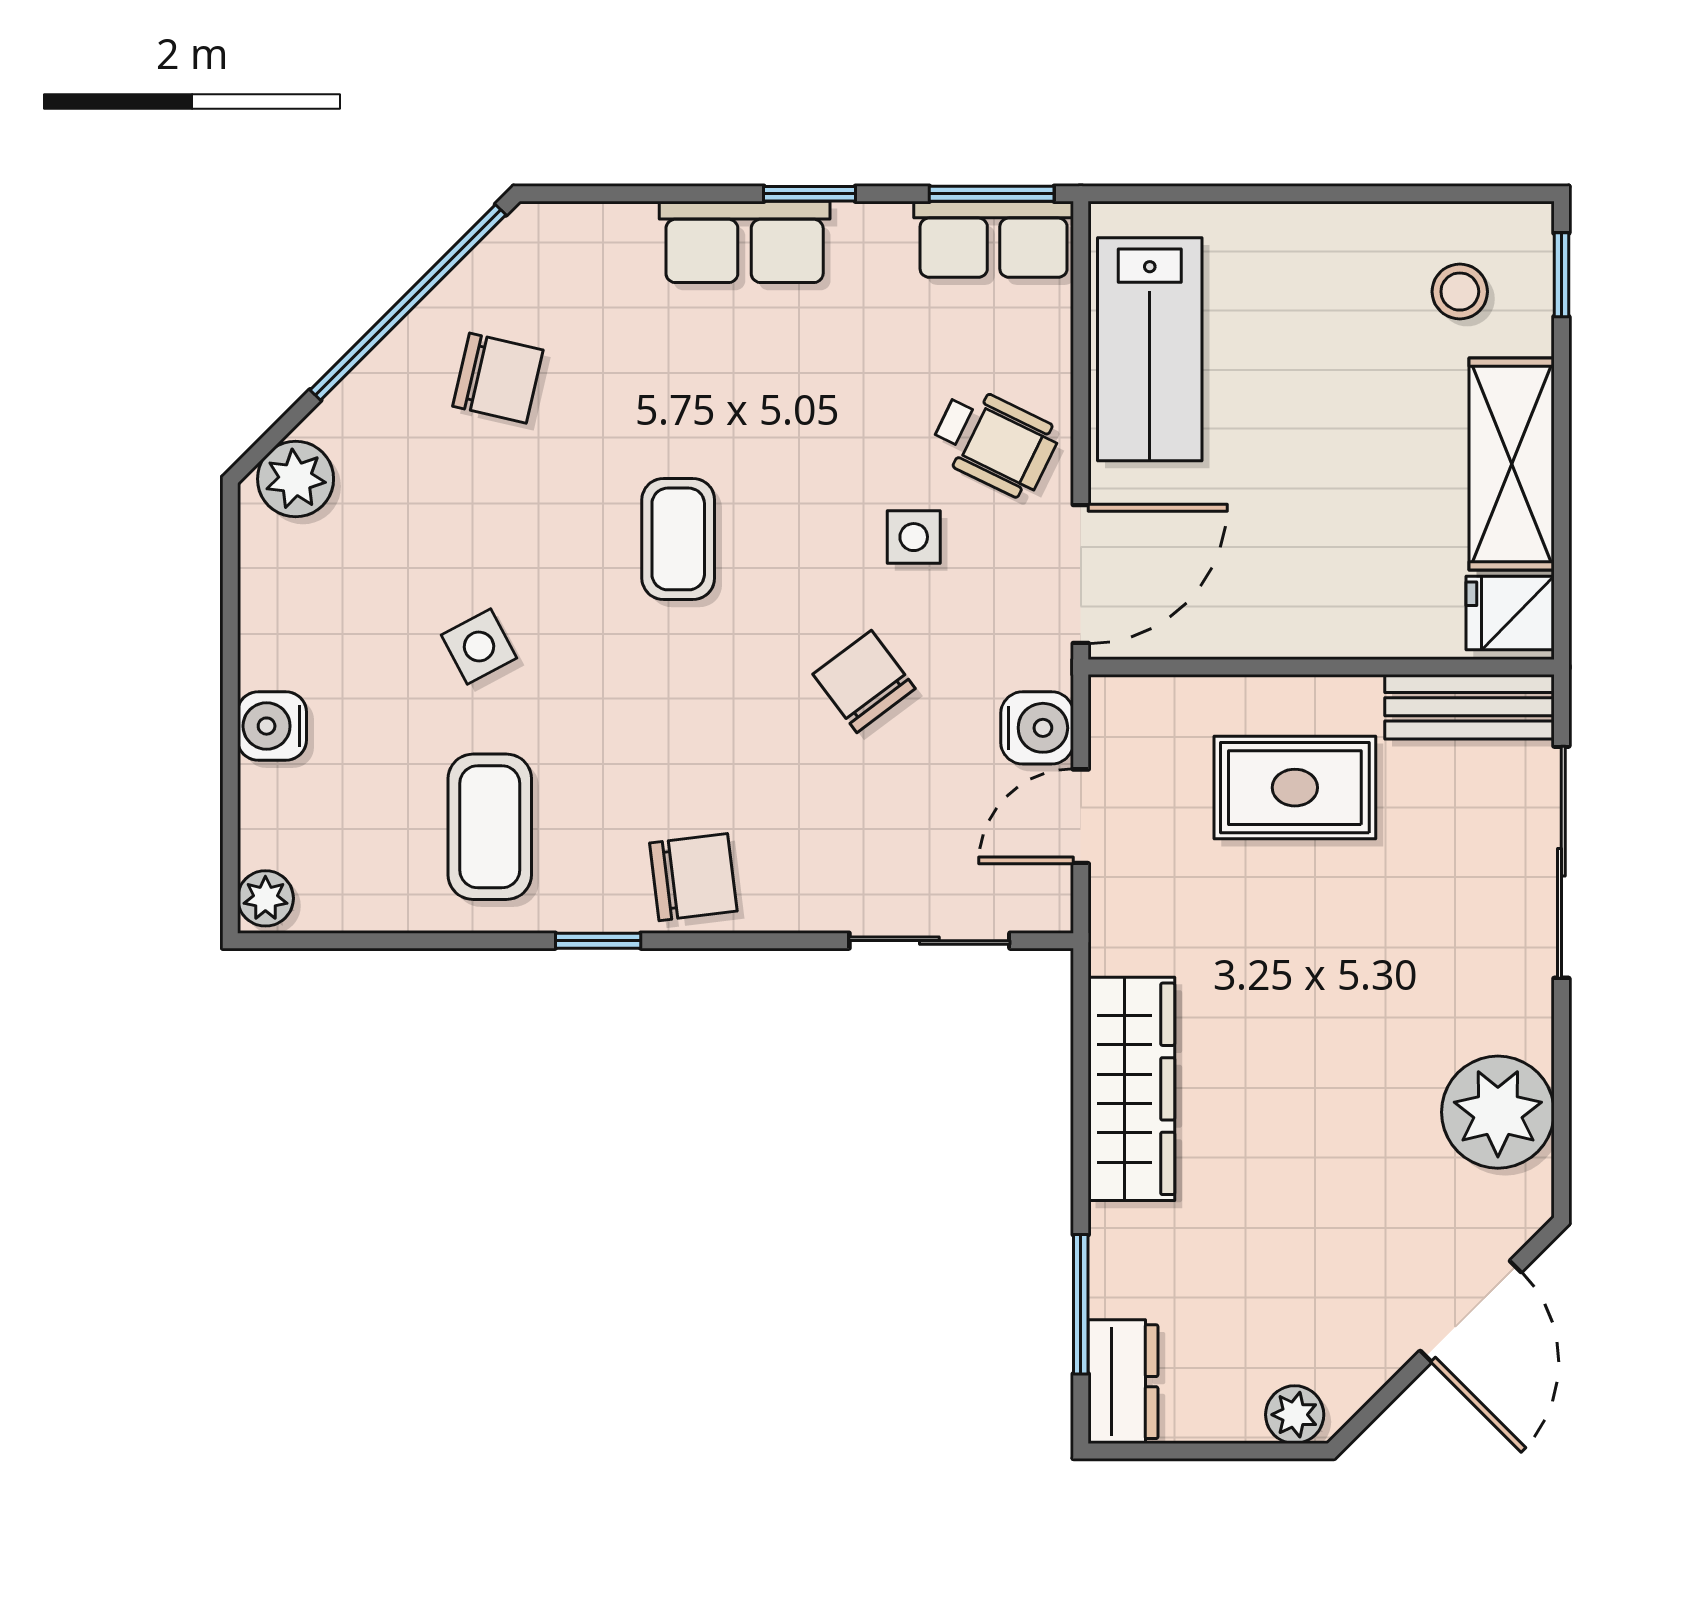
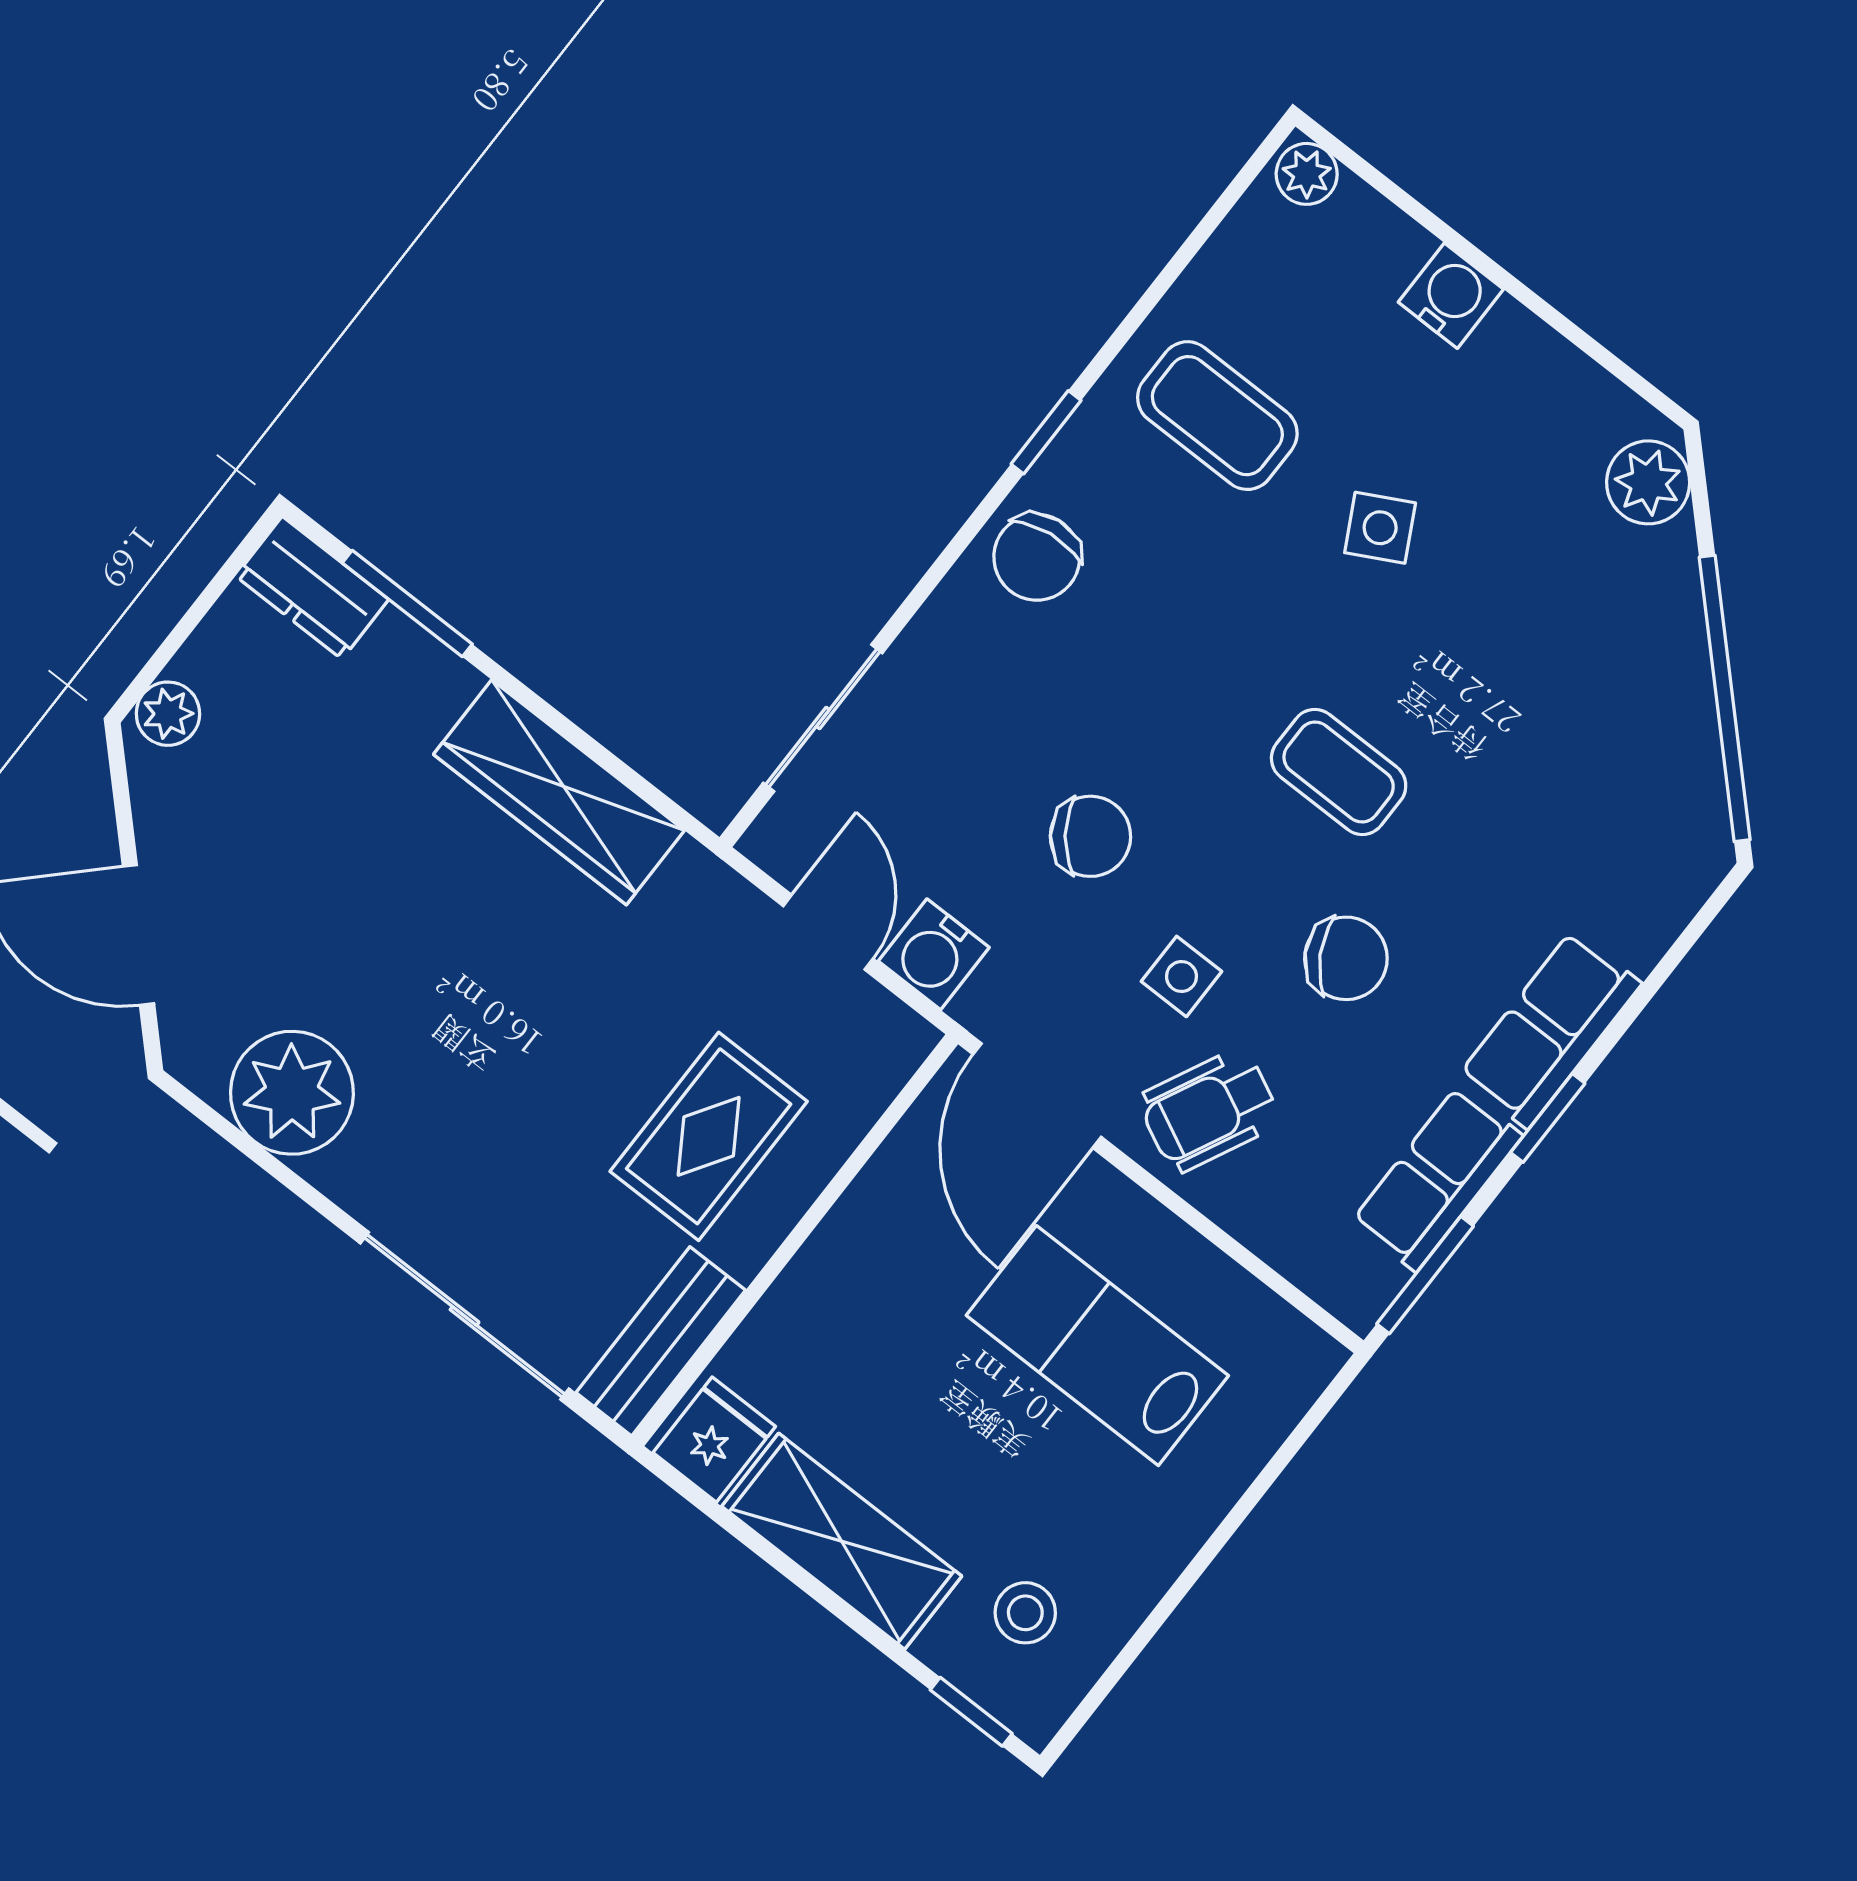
row of seats: (994, 239) -> (1437, 1179), moved
lab bench: (1150, 349) -> (1097, 1346), moved
chair: (498, 378) -> (1346, 958), moved, turned -133

